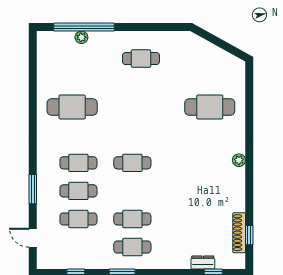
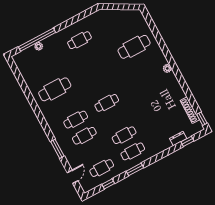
cafe table: (78, 219) -> (102, 168), moved
window: (249, 235) -> (202, 119), moved
door: (33, 238) -> (72, 177), swing flipped

